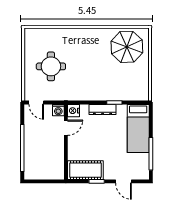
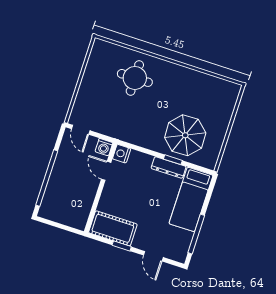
parasol: (127, 47) -> (185, 135), moved
round table: (51, 66) -> (135, 78), moved
dresser: (103, 110) -> (169, 167), moved
door: (66, 128) -> (106, 171), swing flipped

